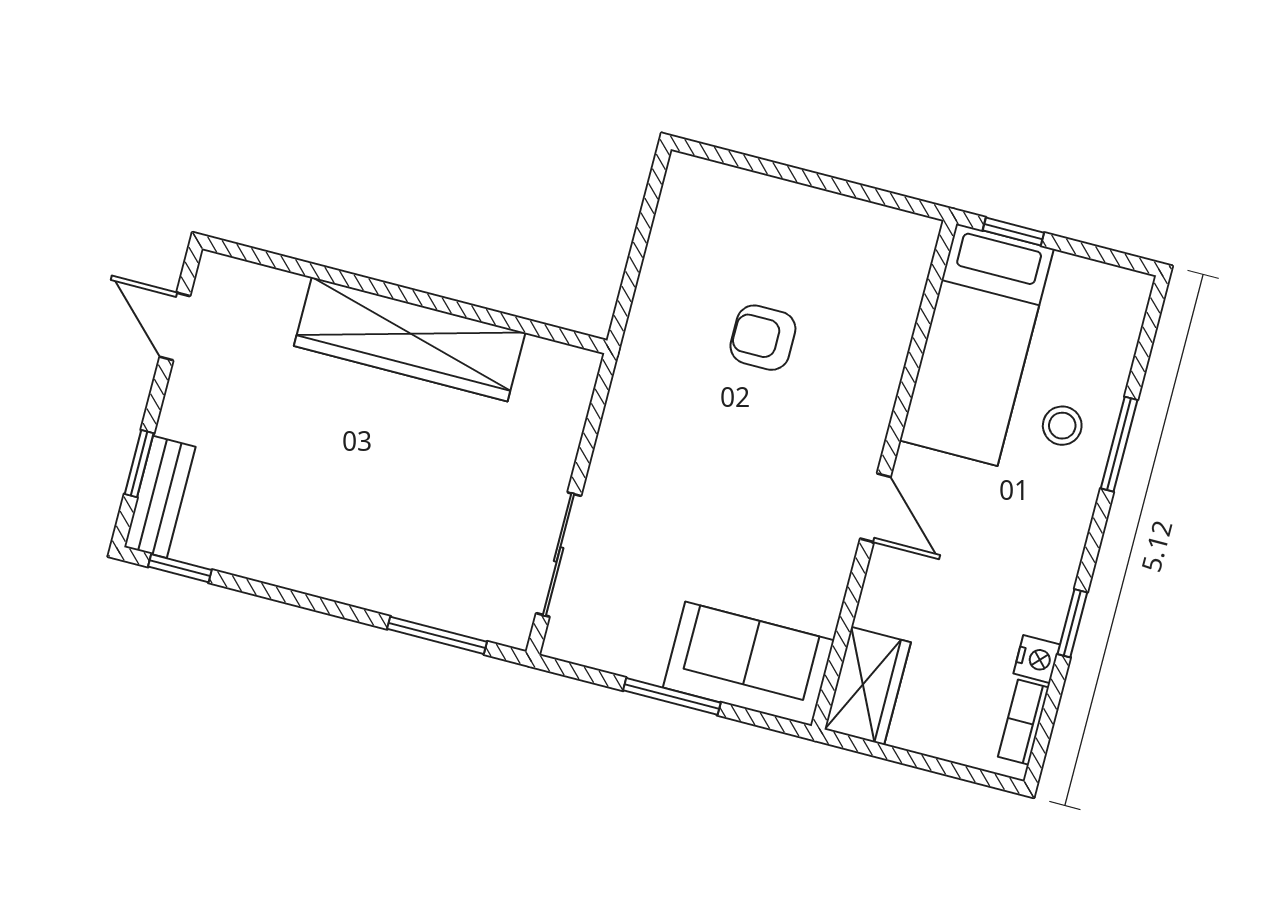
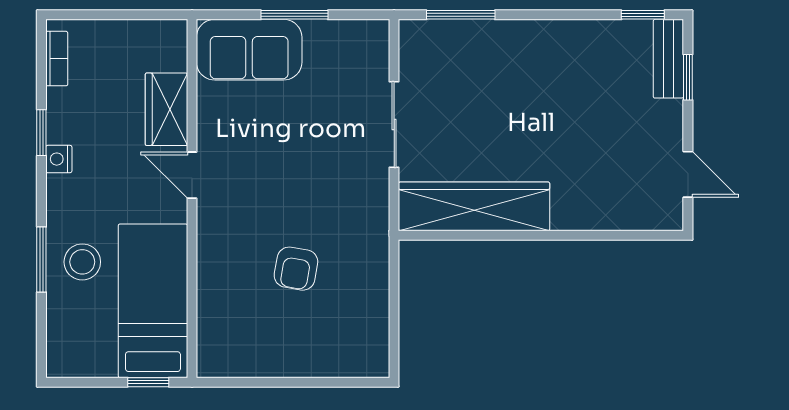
armchair: (763, 338) -> (296, 269), turned 100
wardrobe: (410, 339) -> (474, 206), moved
stool: (1062, 426) -> (82, 262), width x1.37, depth x1.37
sliding door: (559, 555) -> (394, 125), moved
nightstand: (1037, 659) -> (59, 159), moved
wardrobe: (868, 686) -> (166, 109), moved

